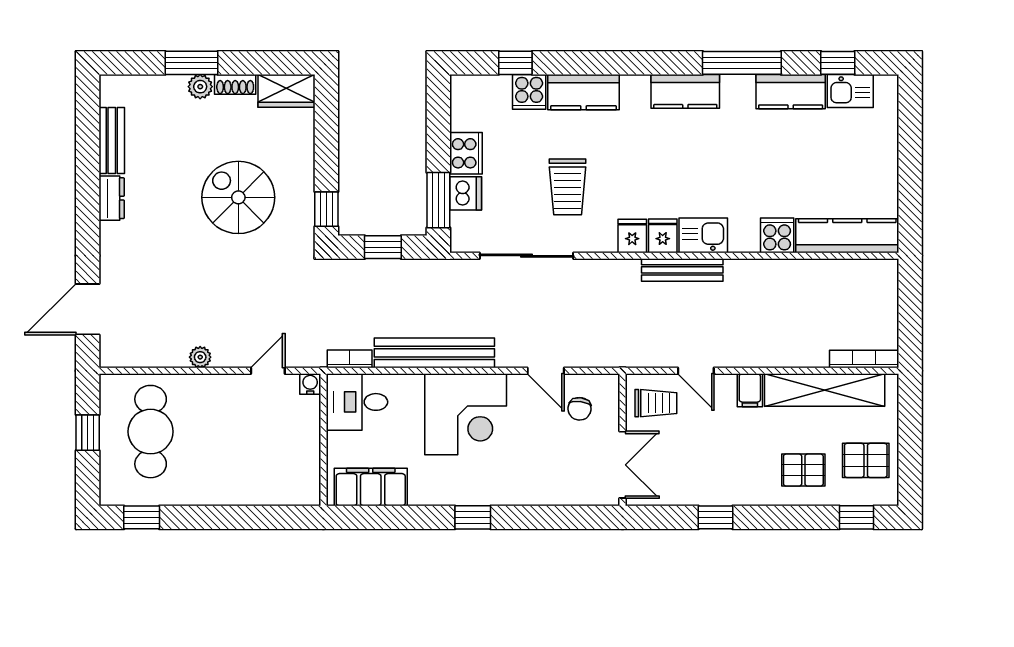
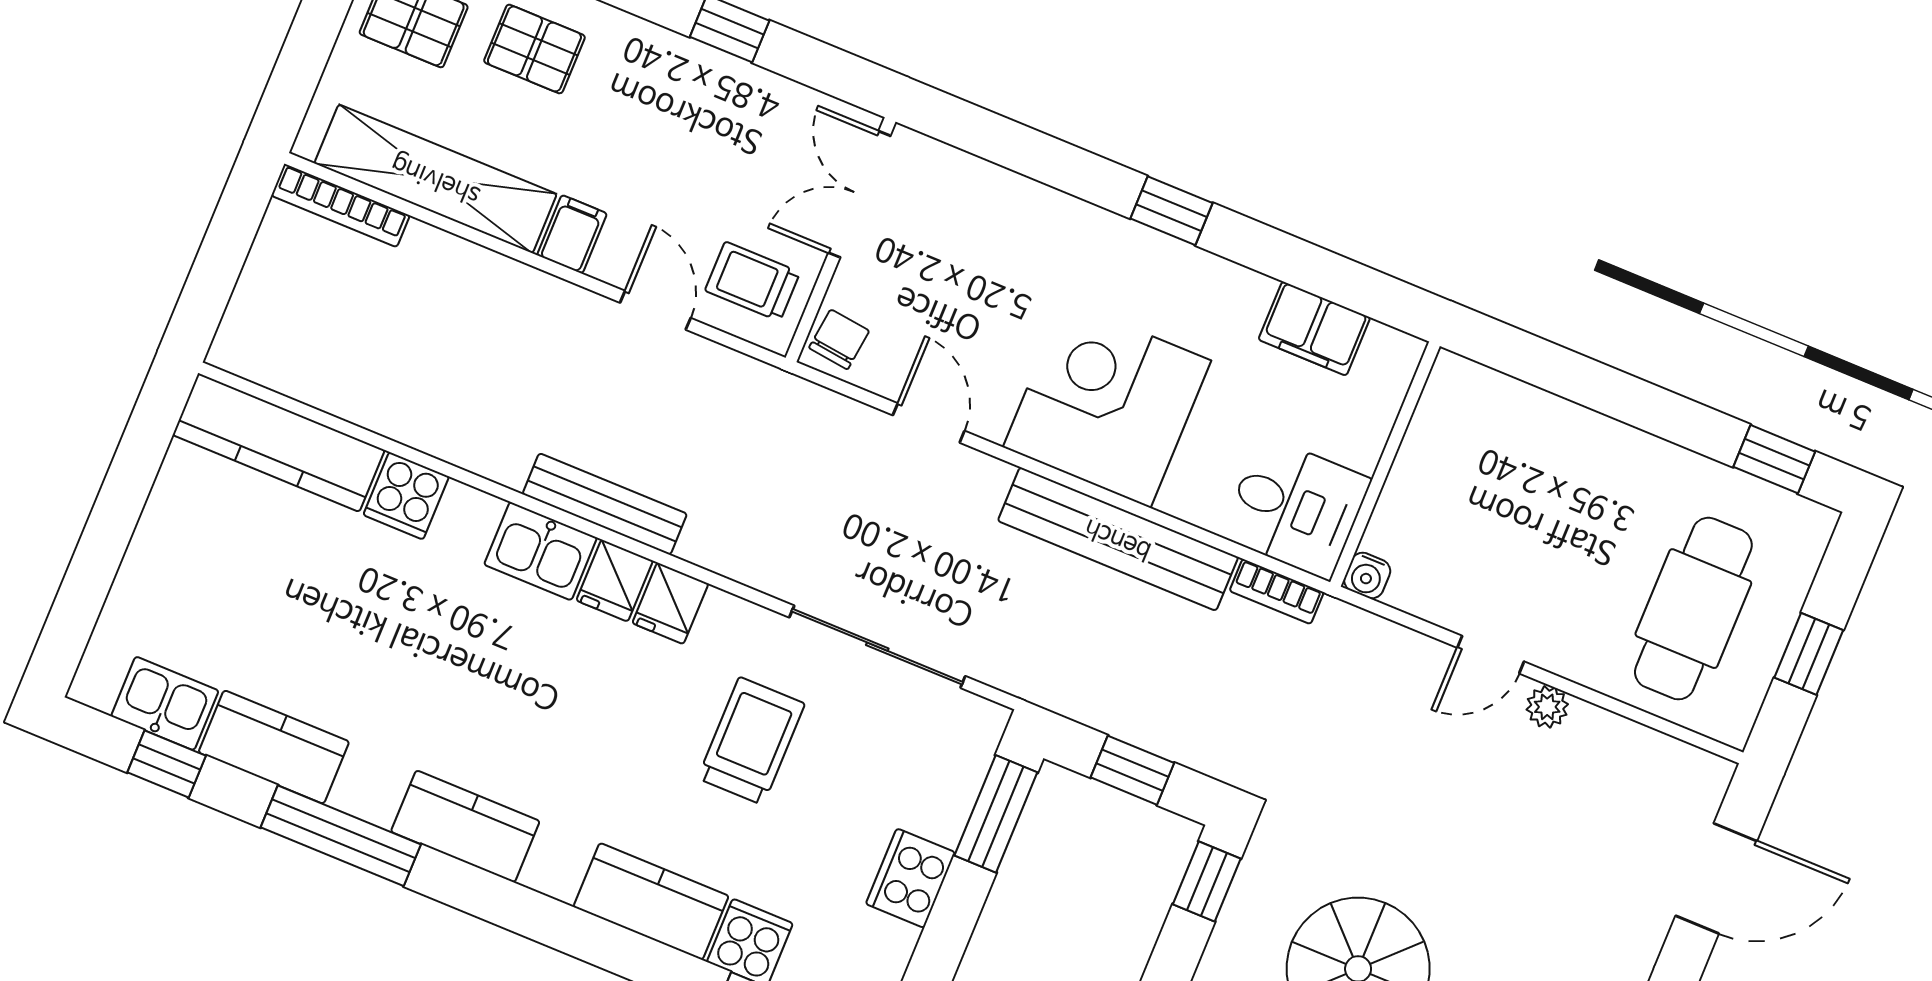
dishwasher: (466, 193) -> (941, 806), removed
door: (268, 371) -> (1491, 655), moved
chair: (580, 409) -> (839, 339), moved
filing cabinet: (371, 487) -> (1314, 329), width x0.67, depth x0.86

